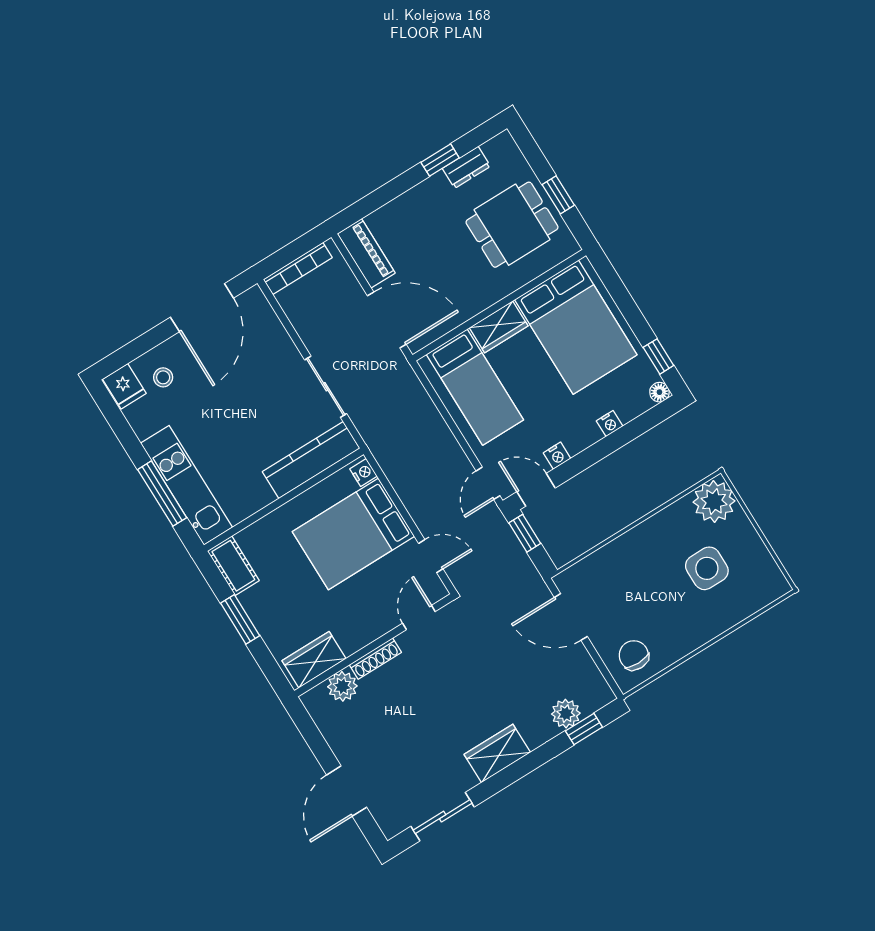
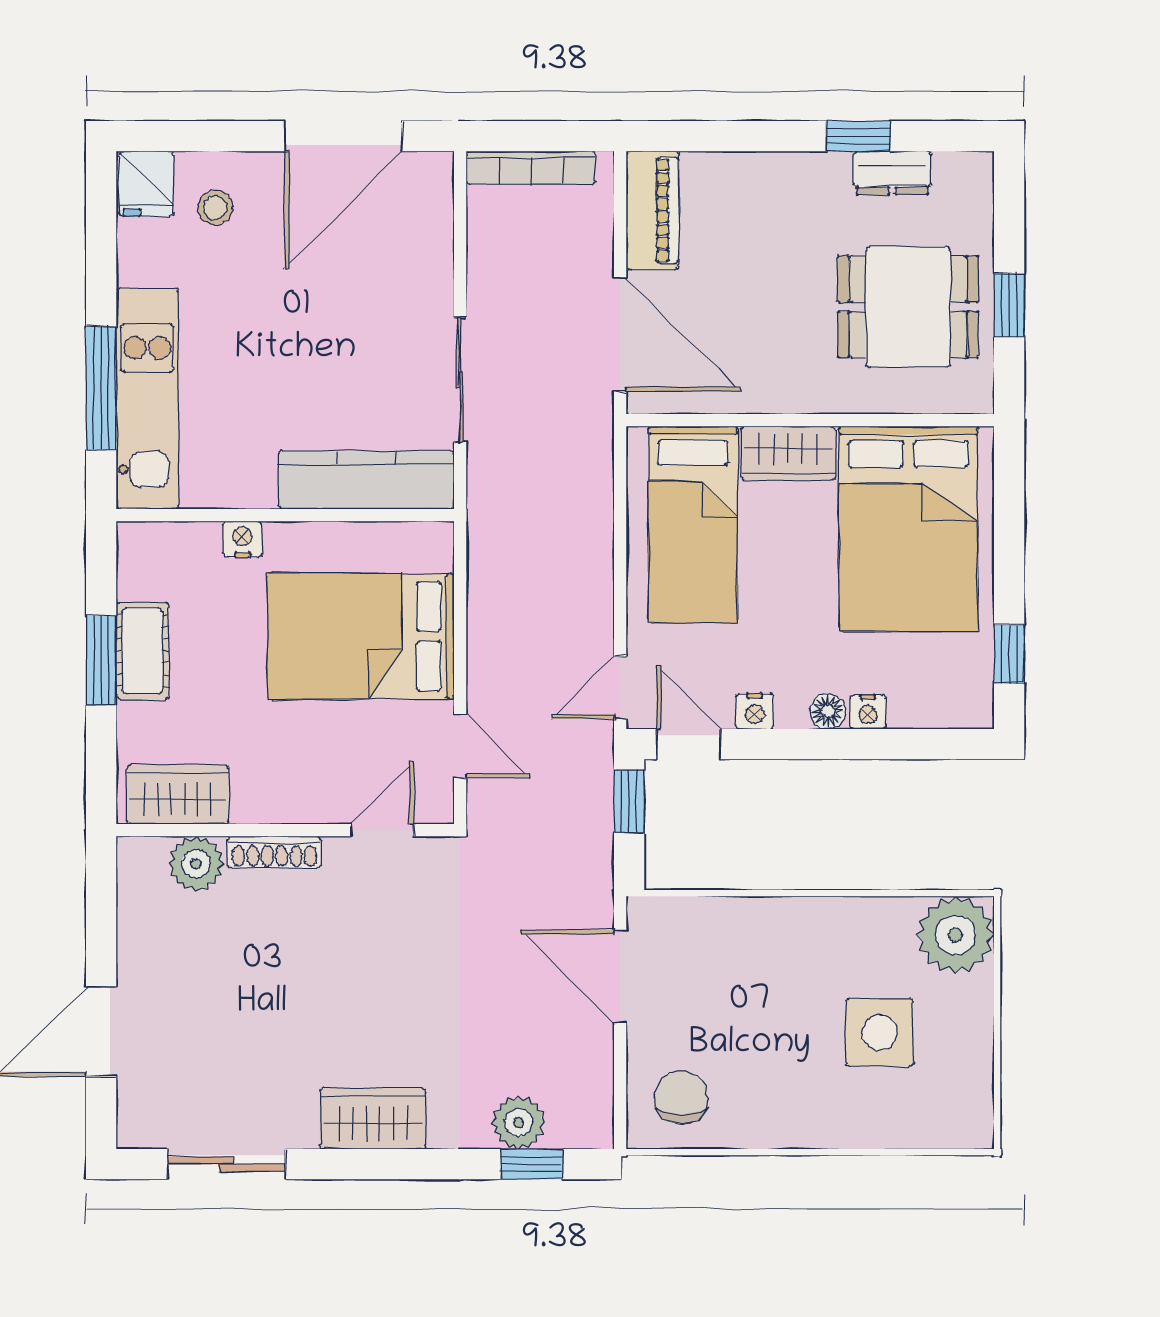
floor lamp: (659, 392) -> (828, 711), moved
nightstand: (363, 473) -> (242, 539), moved, turned -90
cot: (233, 566) -> (143, 651), moved

